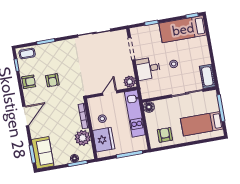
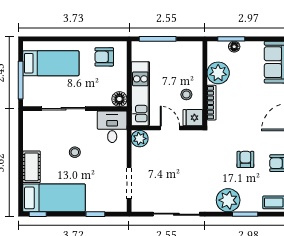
plant: (60, 49) -> (228, 200), added
desk: (148, 68) -> (112, 127), moved, turned -90
cot: (207, 76) -> (32, 167), moved
door: (110, 93) -> (170, 128), swing flipped
armchair: (165, 135) -> (104, 57), turned 90
fridge: (104, 140) -> (193, 118), moved, width x0.53, depth x0.75

